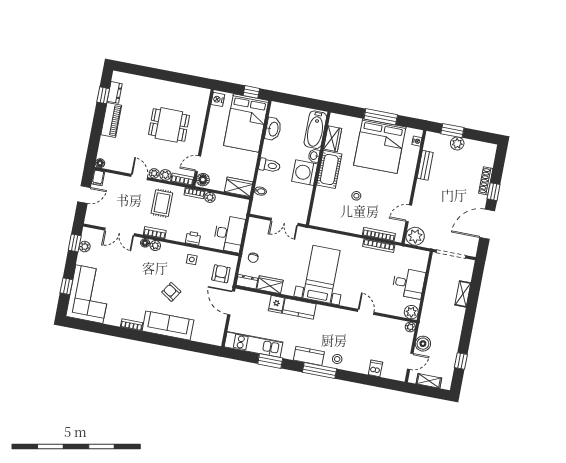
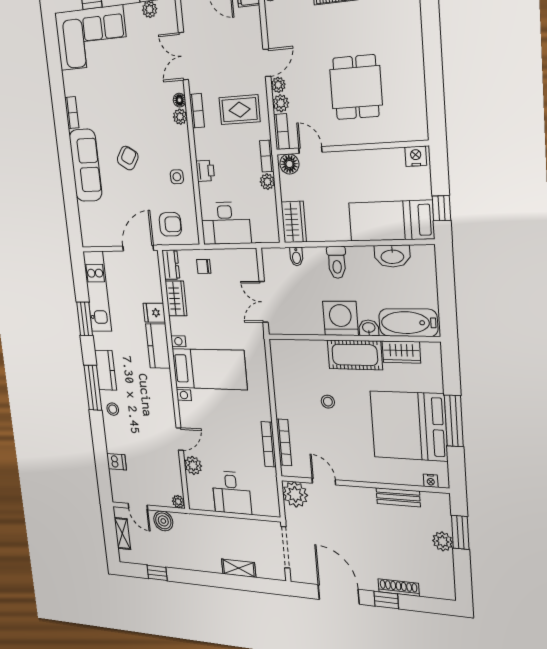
bed: (246, 123) -> (391, 221), width x0.67
plant: (411, 312) -> (193, 465), moved

